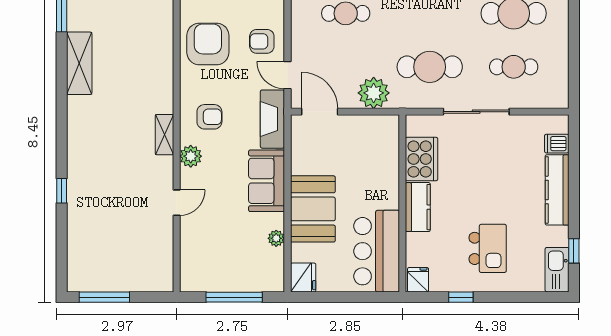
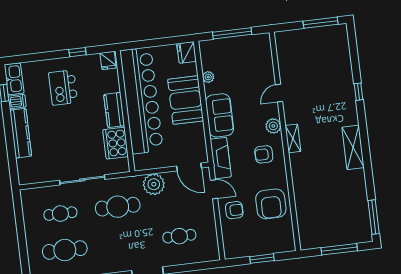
shelving: (79, 63) -> (353, 147), moved
dishwasher: (557, 144) -> (17, 102), moved
bar counter: (377, 251) -> (142, 101), width x1.86

